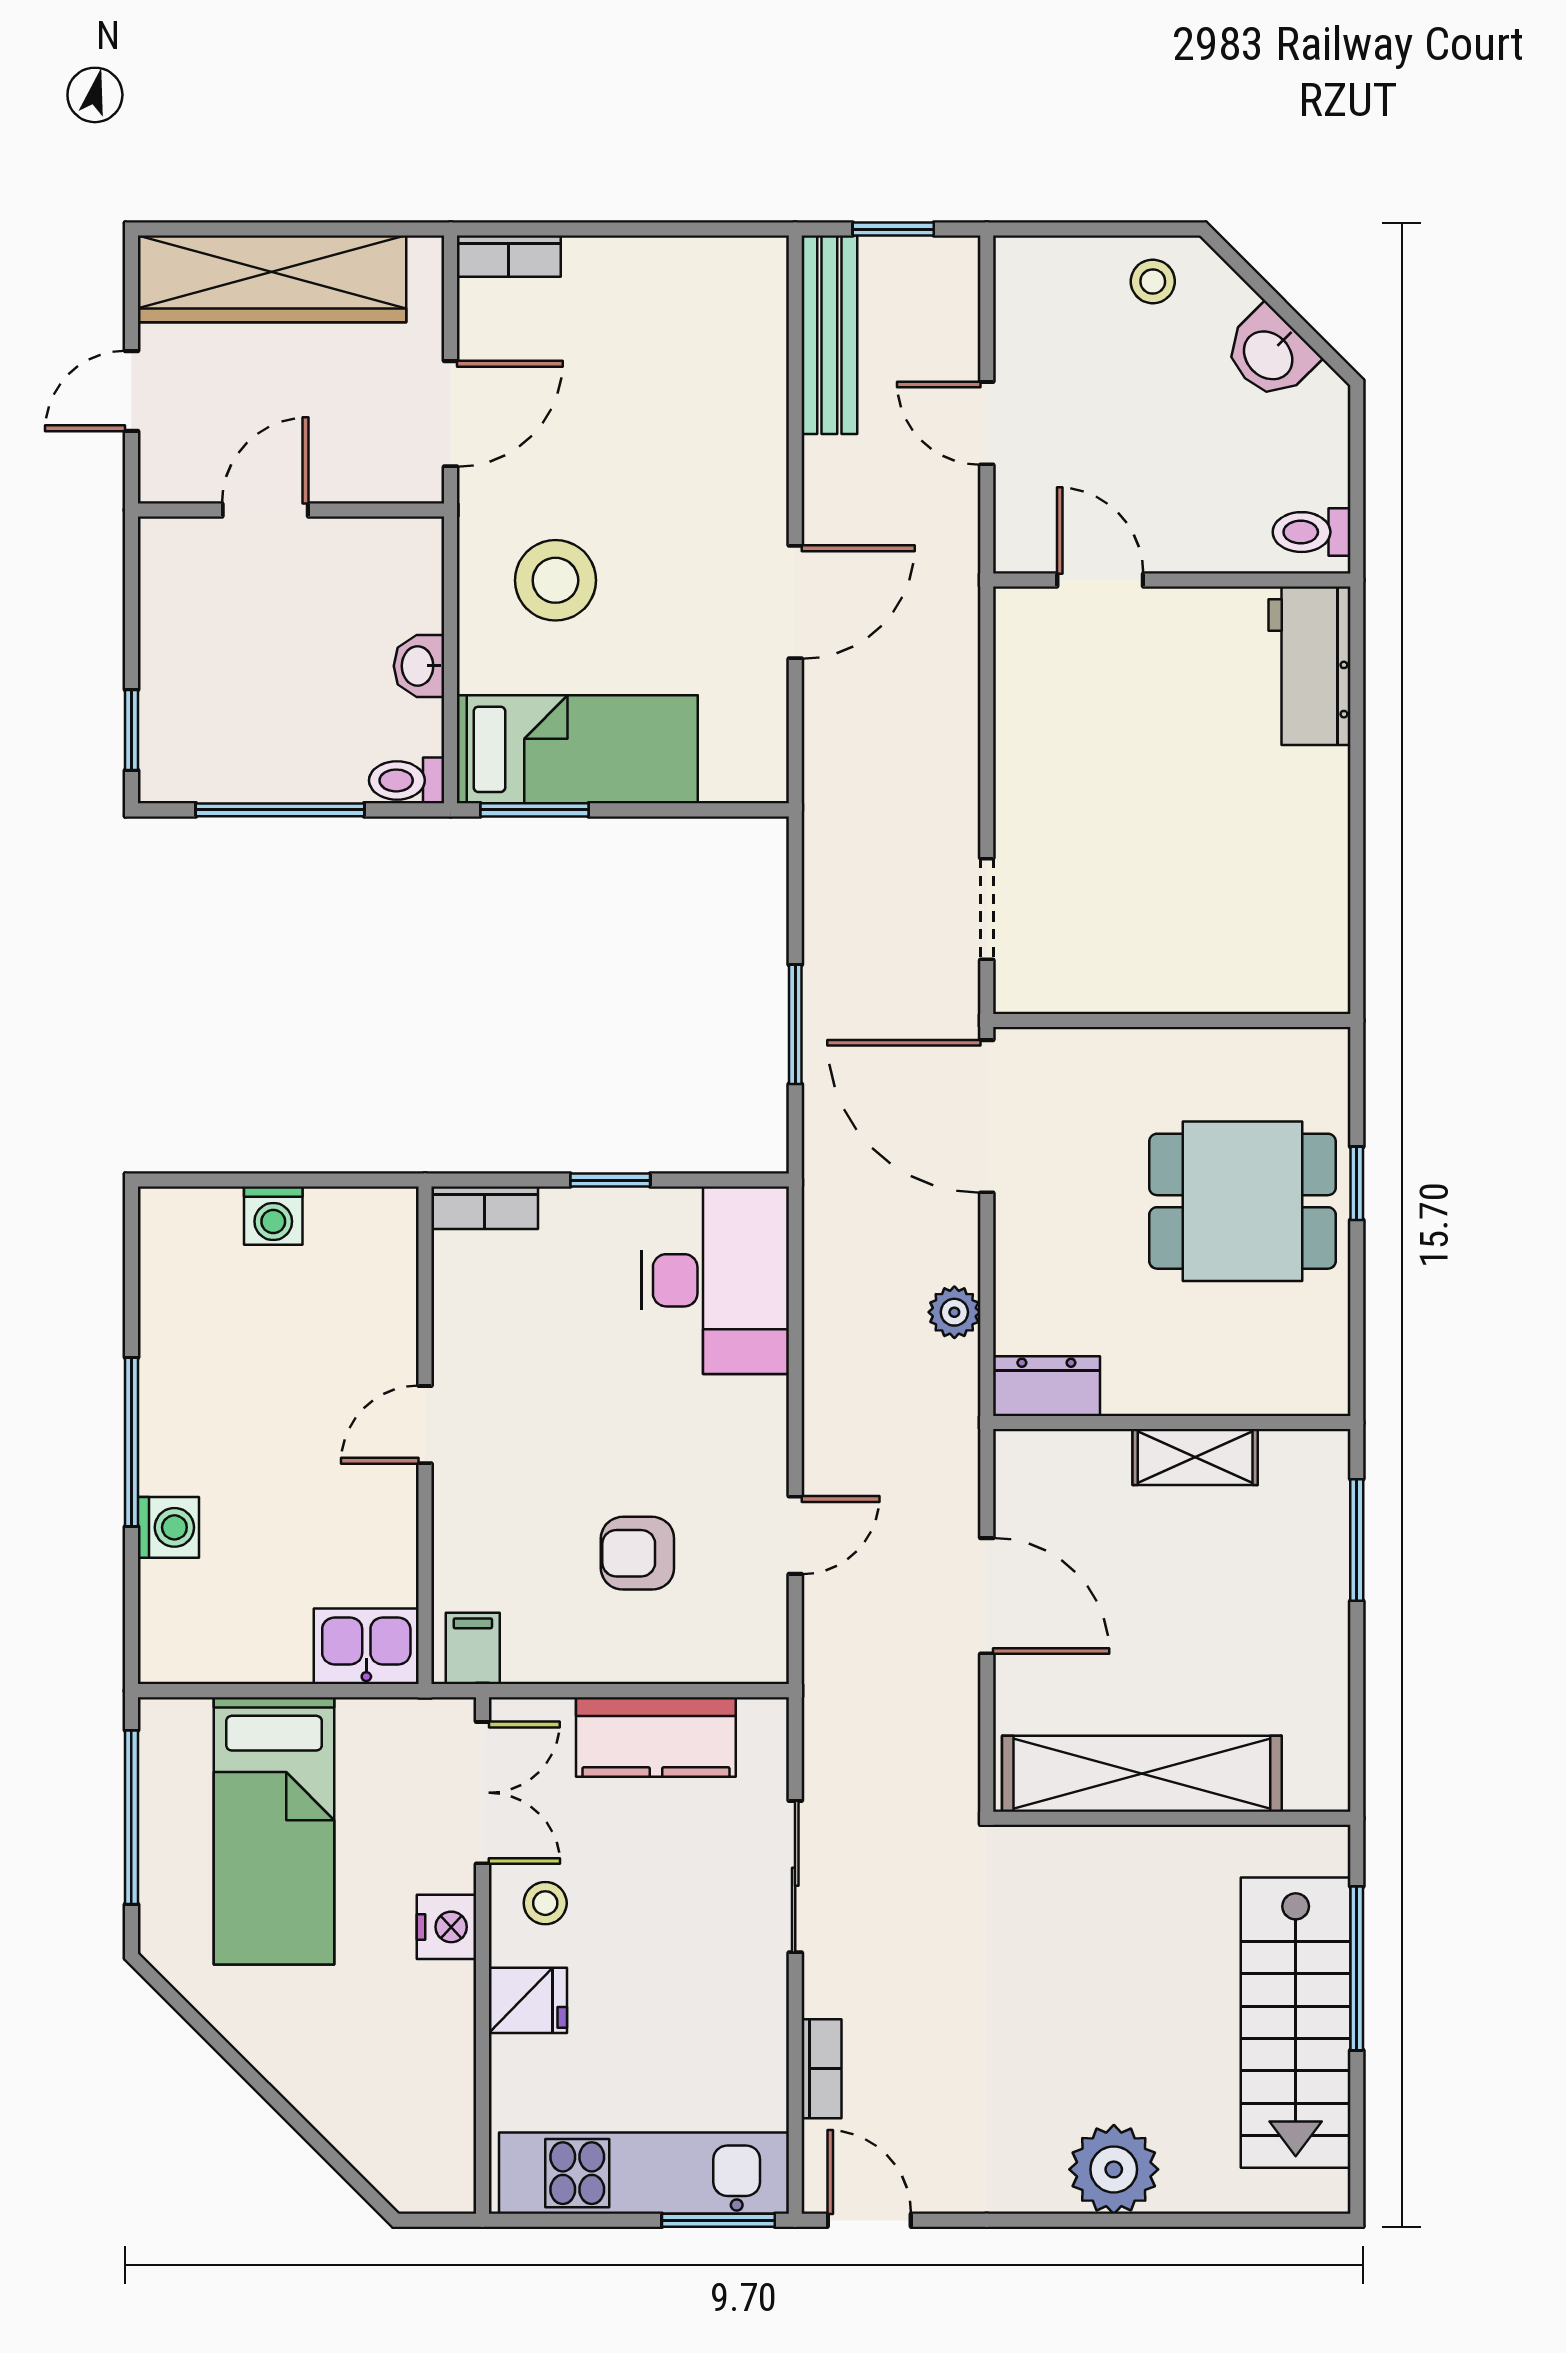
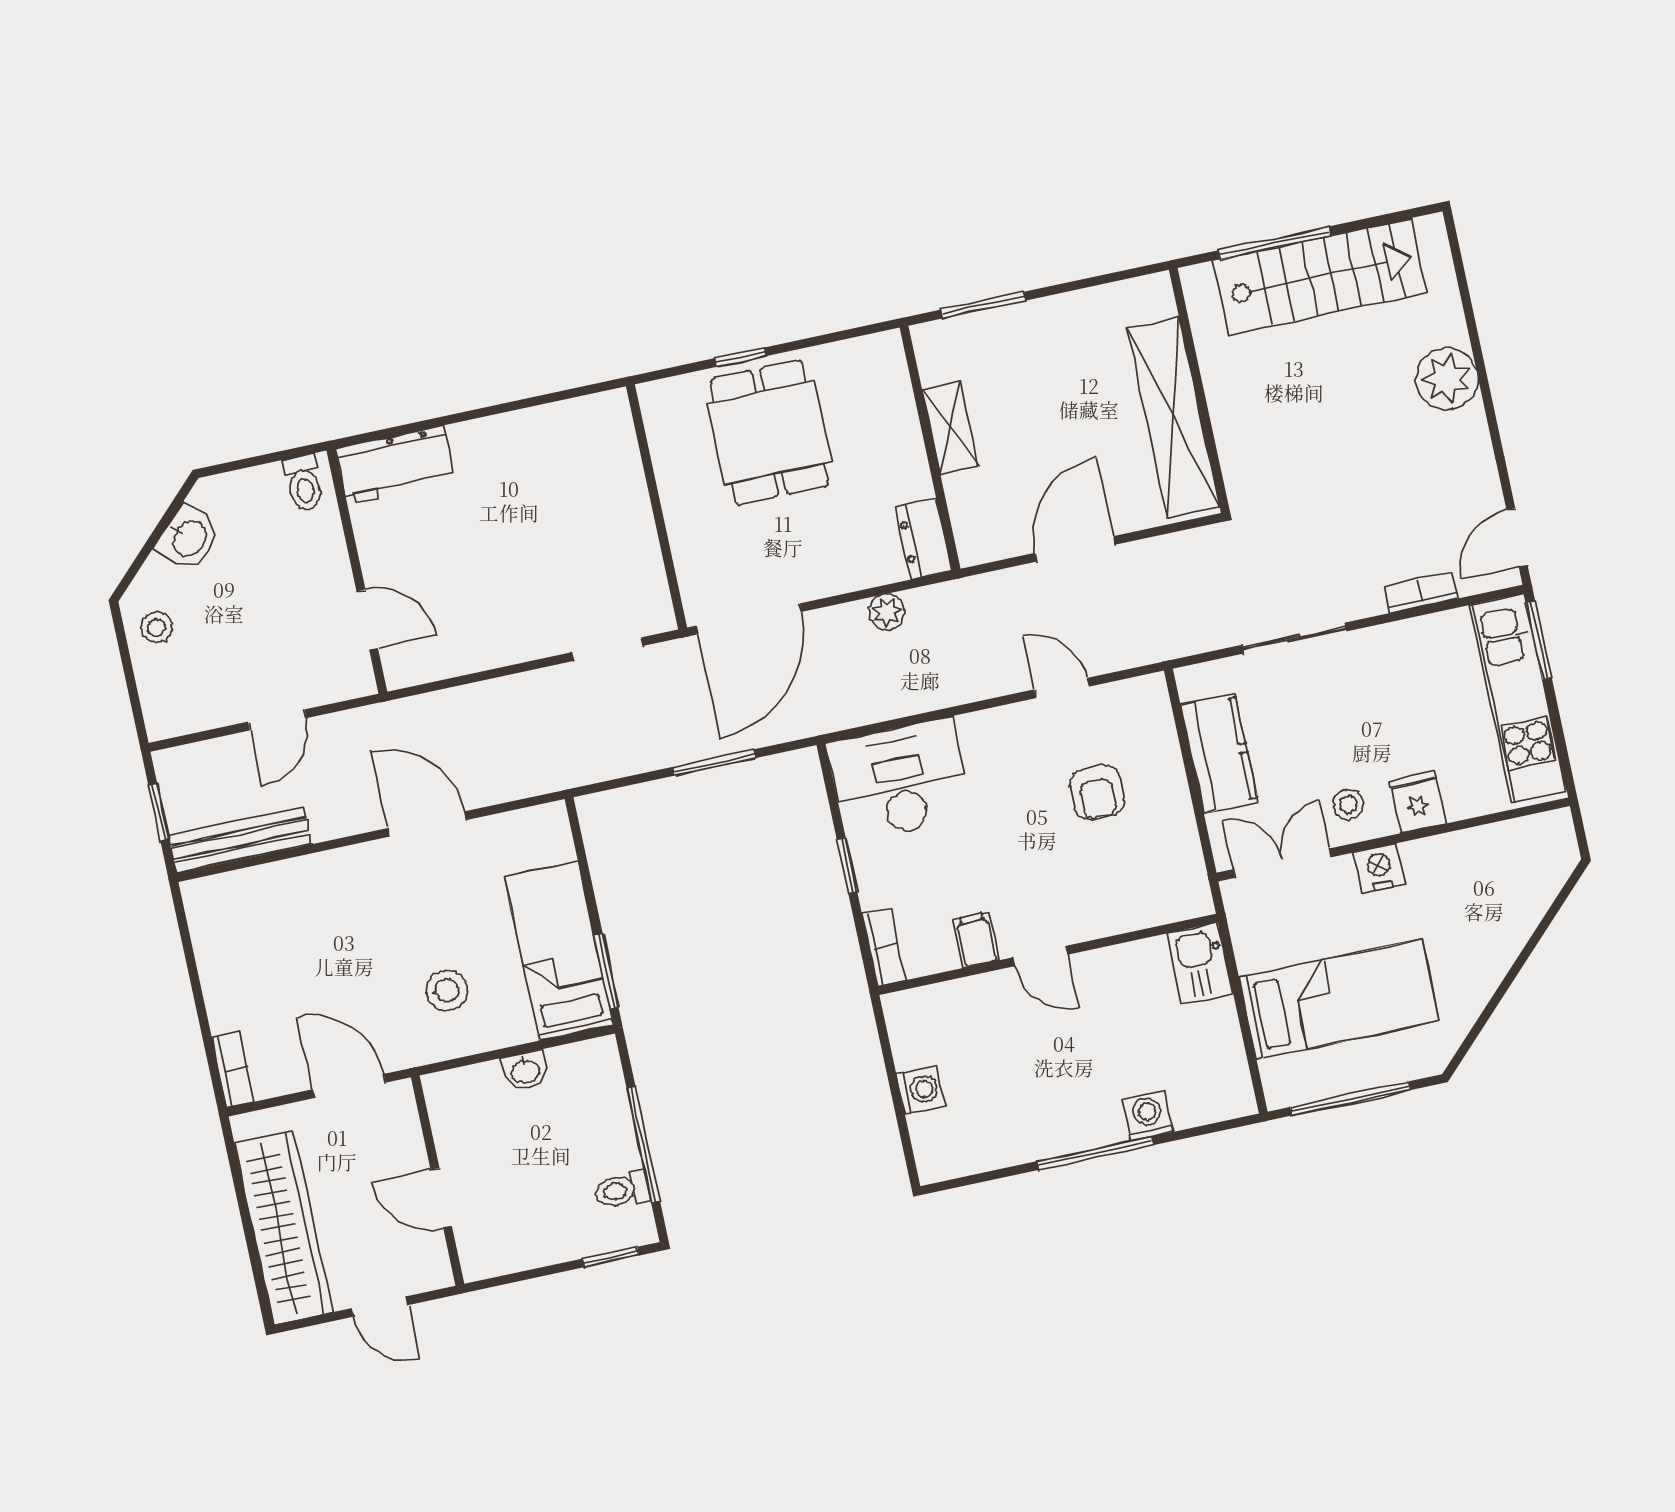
stool: (555, 580) -> (447, 990), width x0.73, depth x0.73
door: (1100, 580) -> (367, 620), swing flipped
toilet: (407, 780) -> (622, 1190), moved, turned 90
filing cabinet: (473, 1648) -> (976, 940), moved, turned 90

